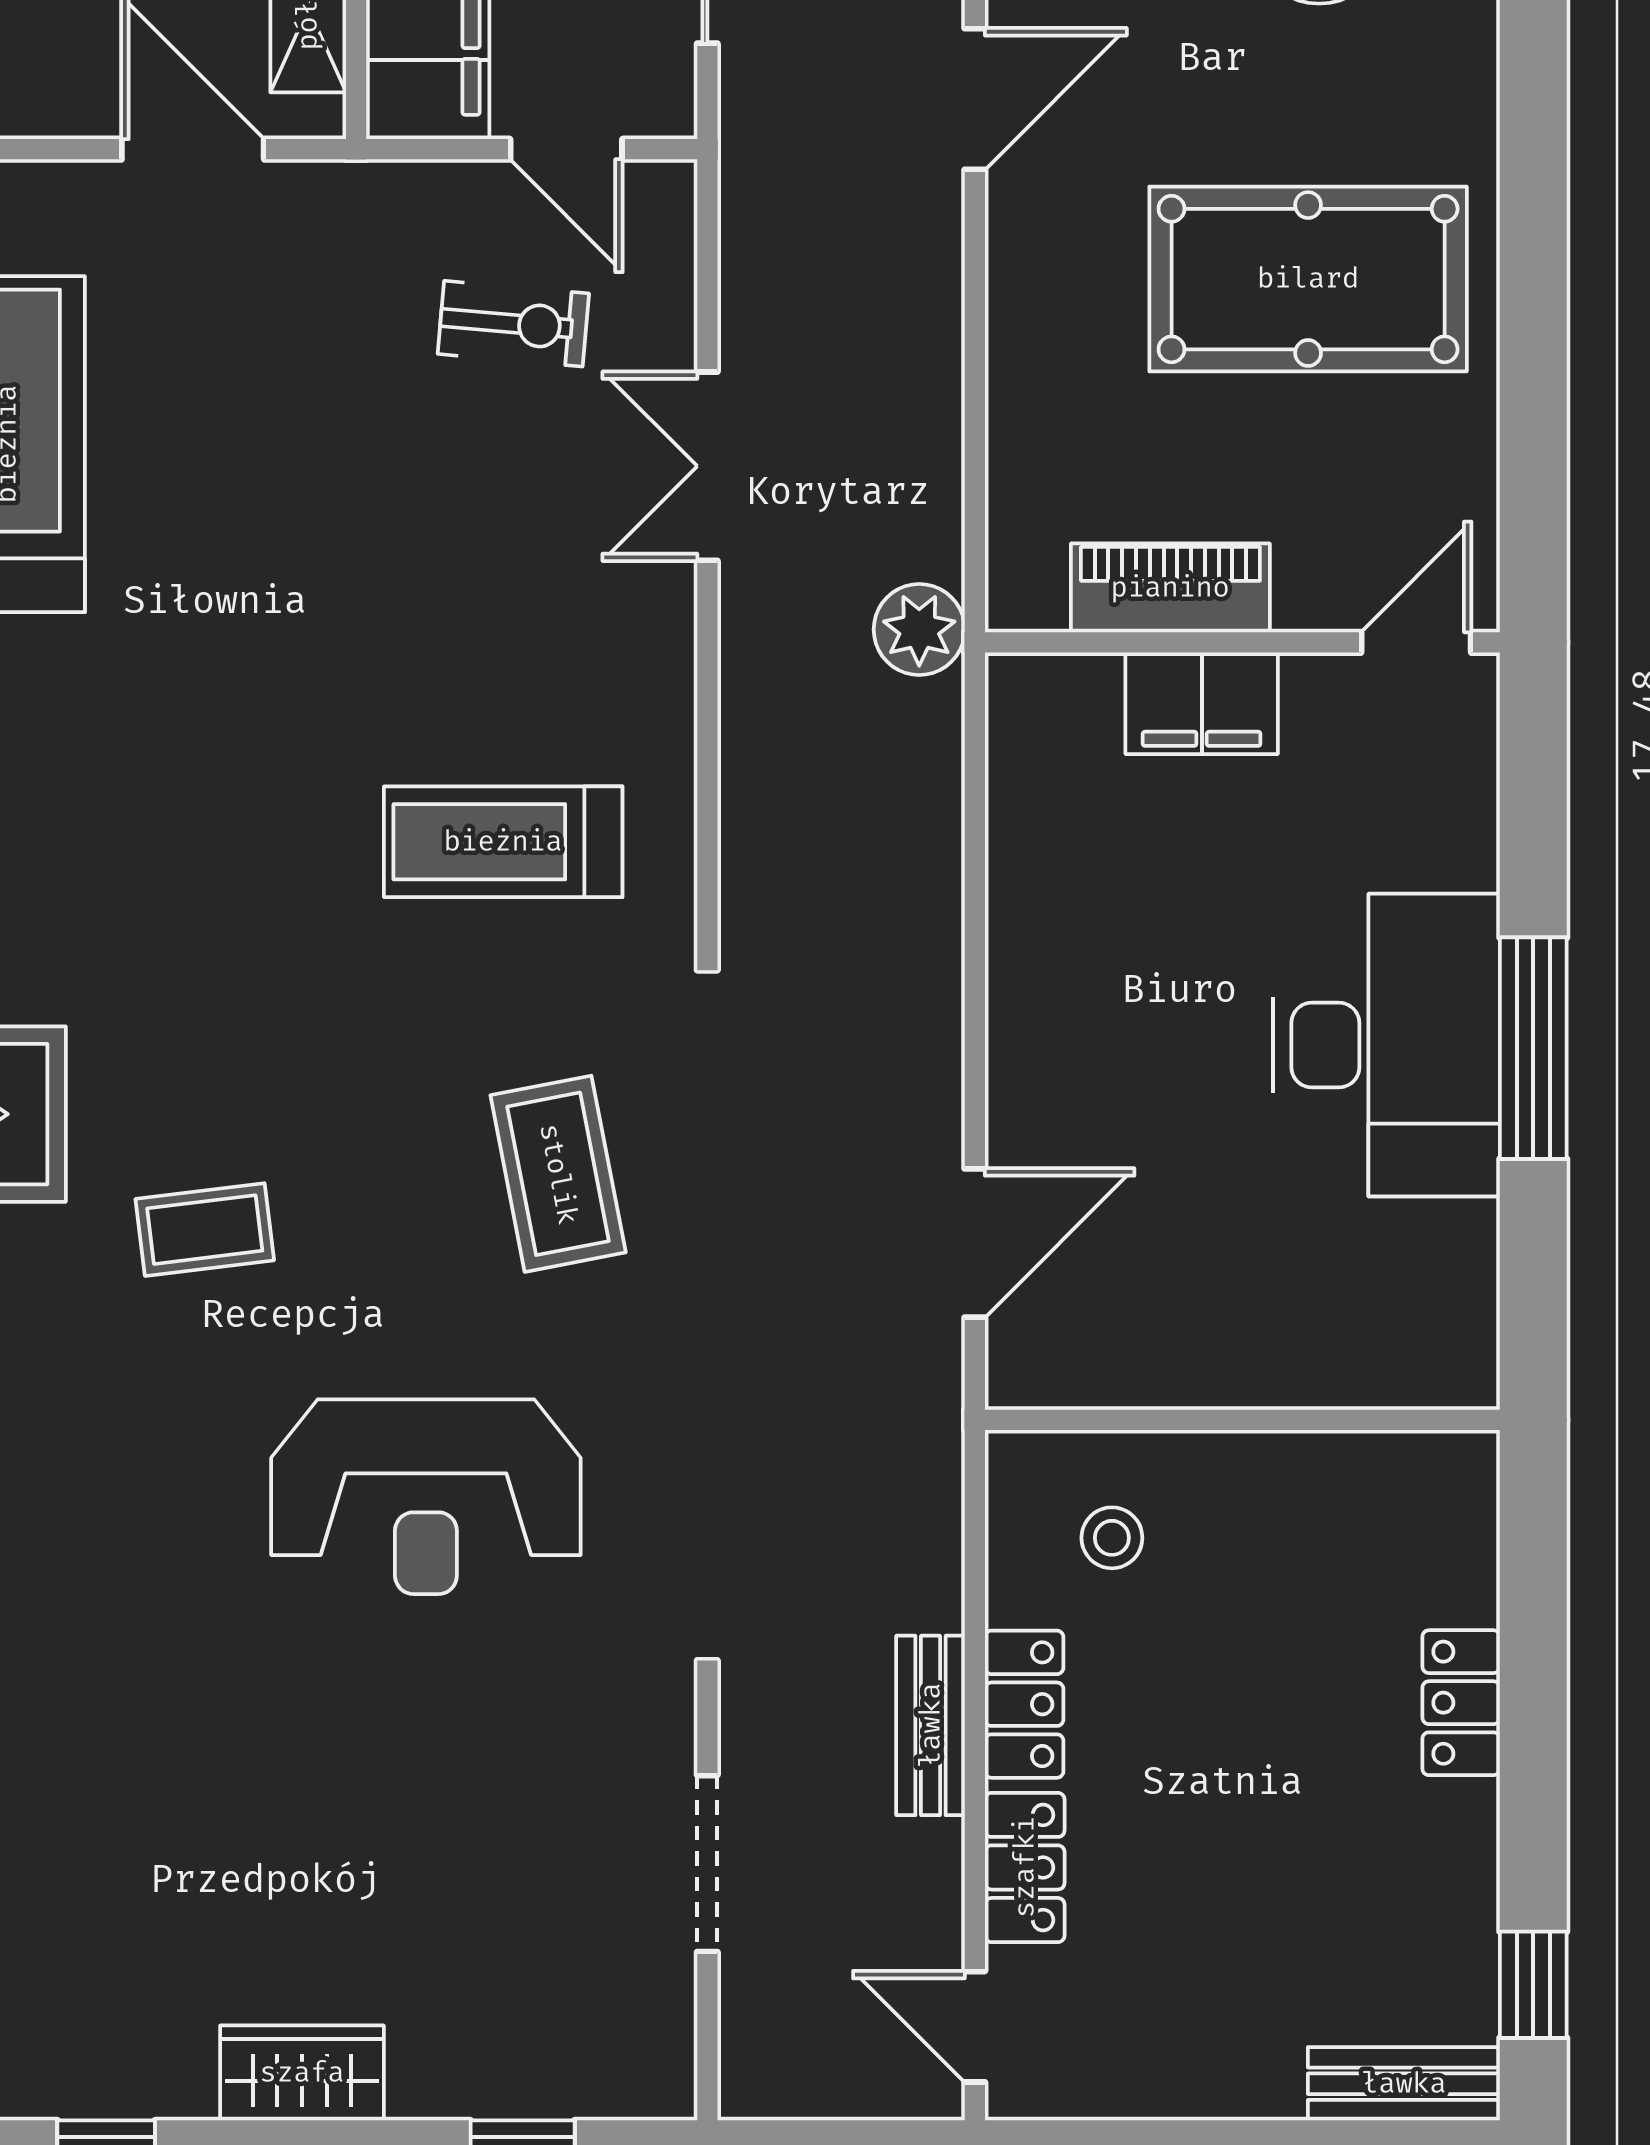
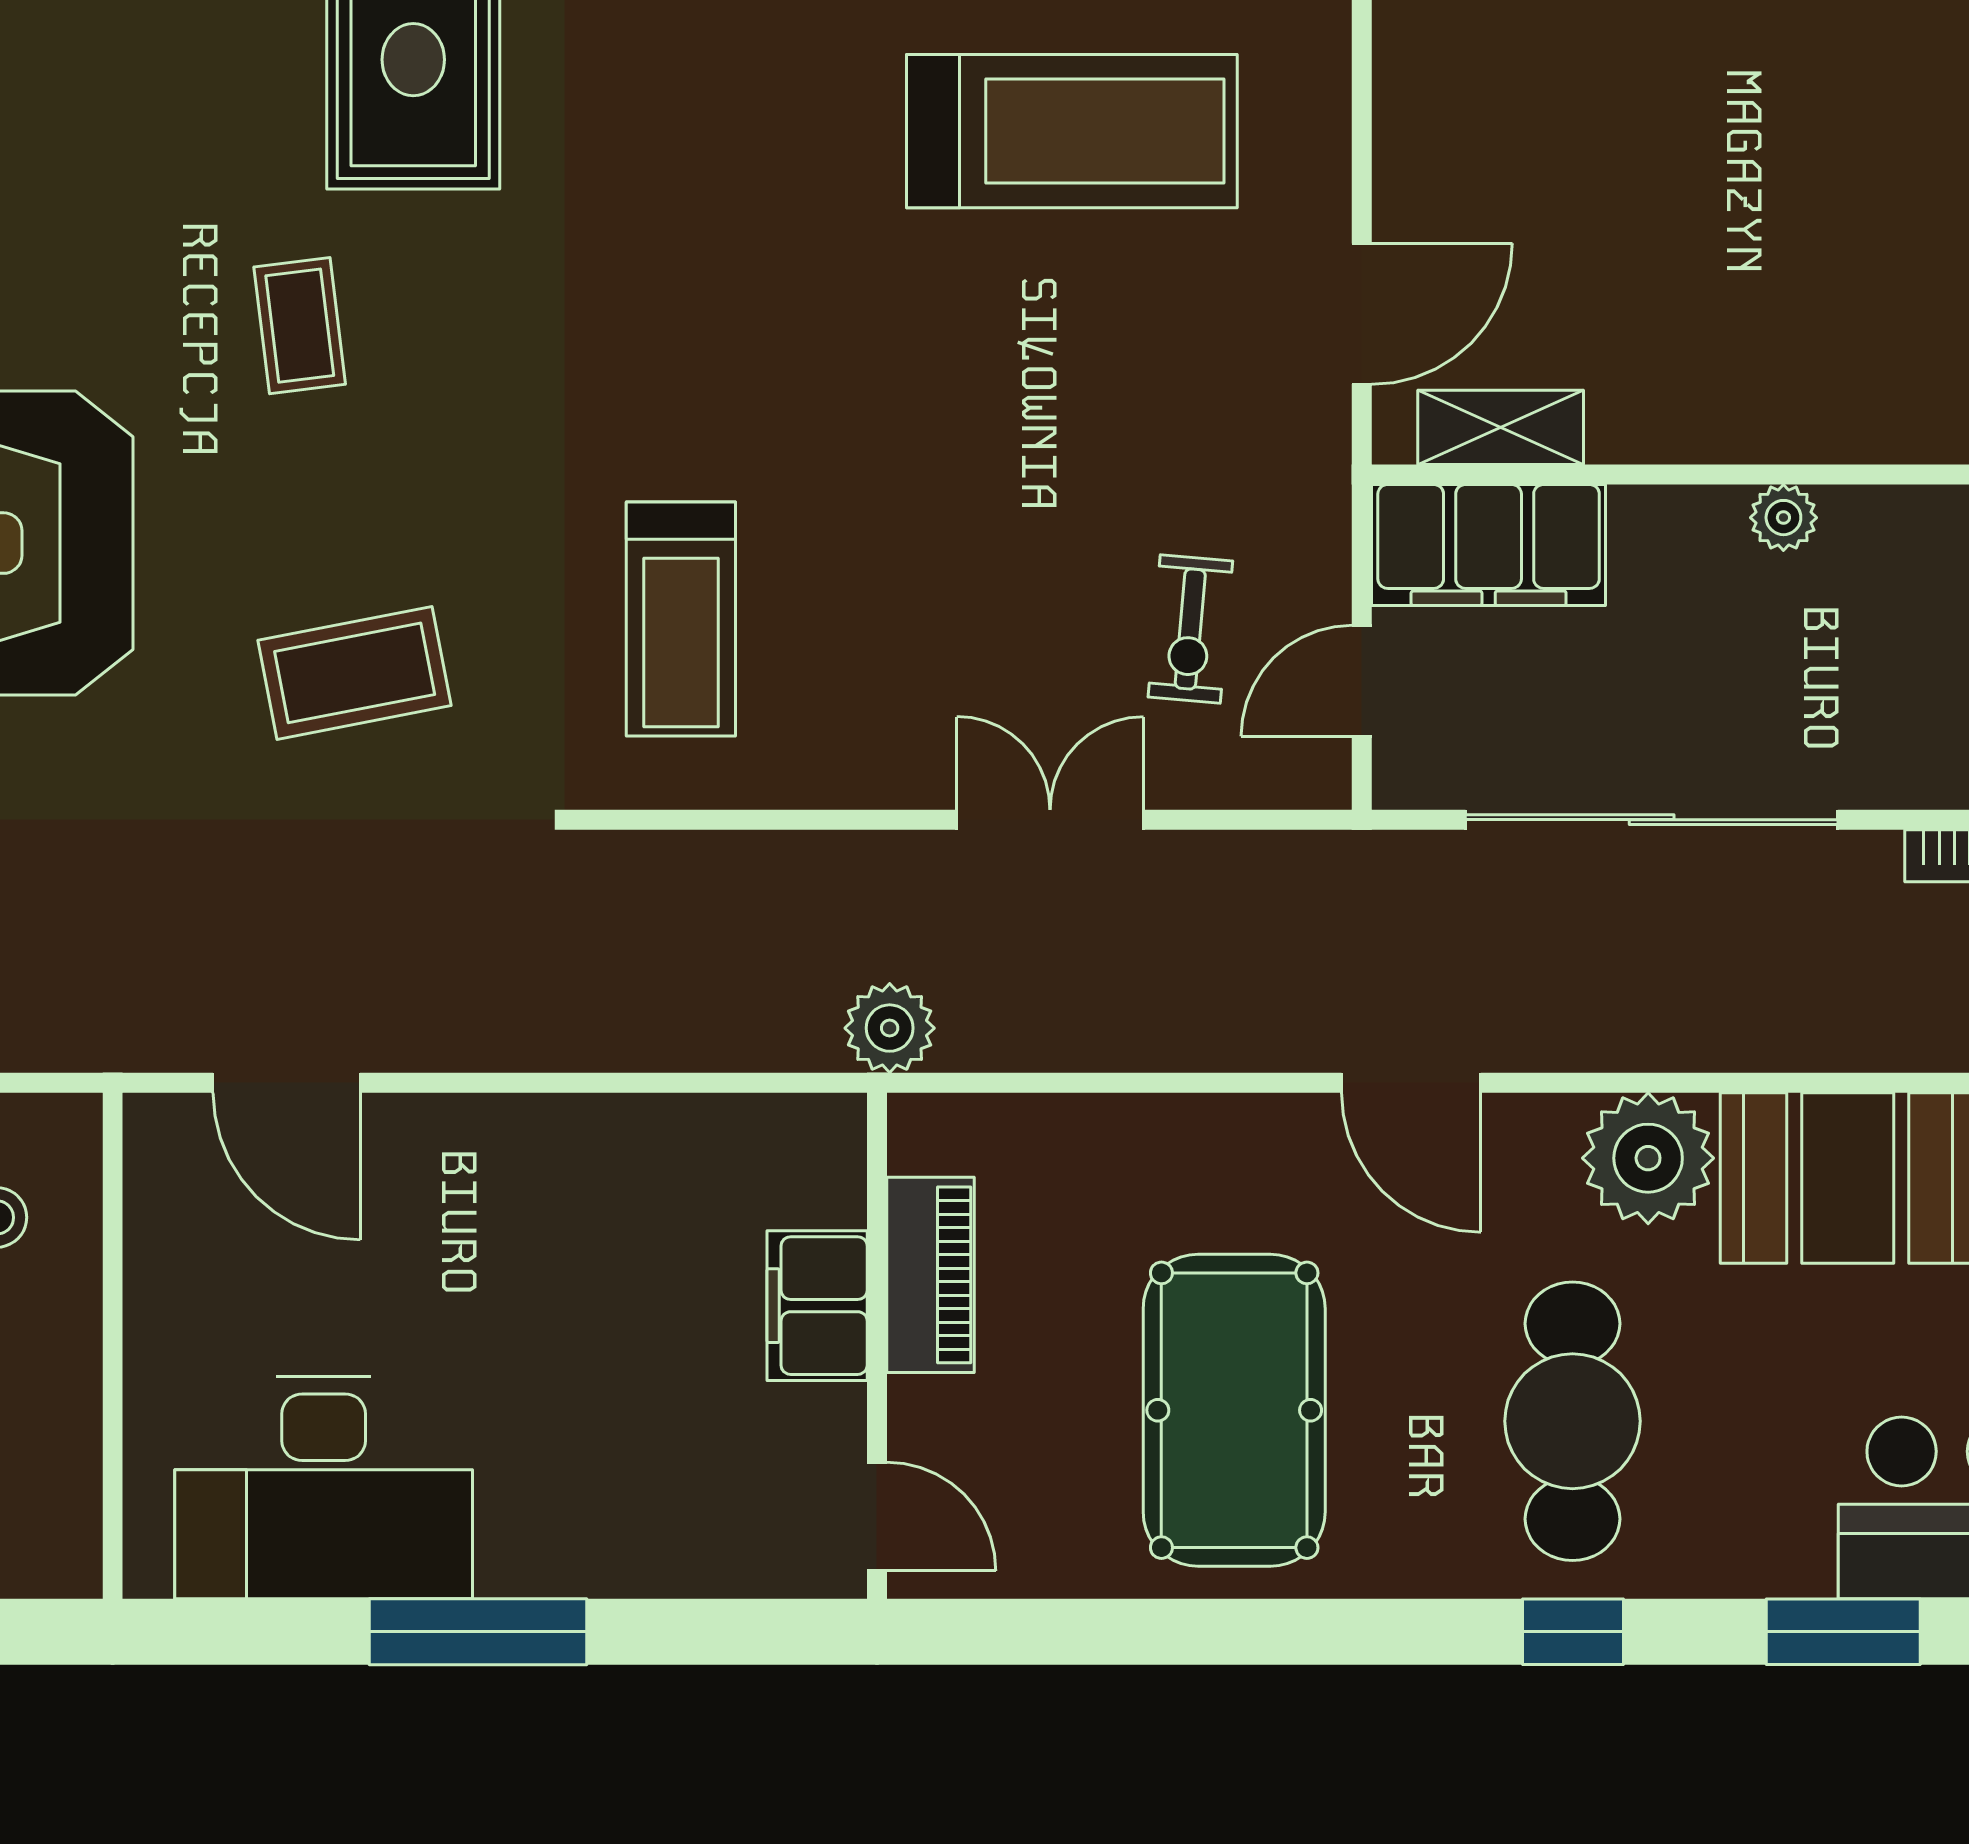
treadmill: (503, 842) -> (681, 619), turned 180
desk: (1387, 1045) -> (324, 1487), moved

